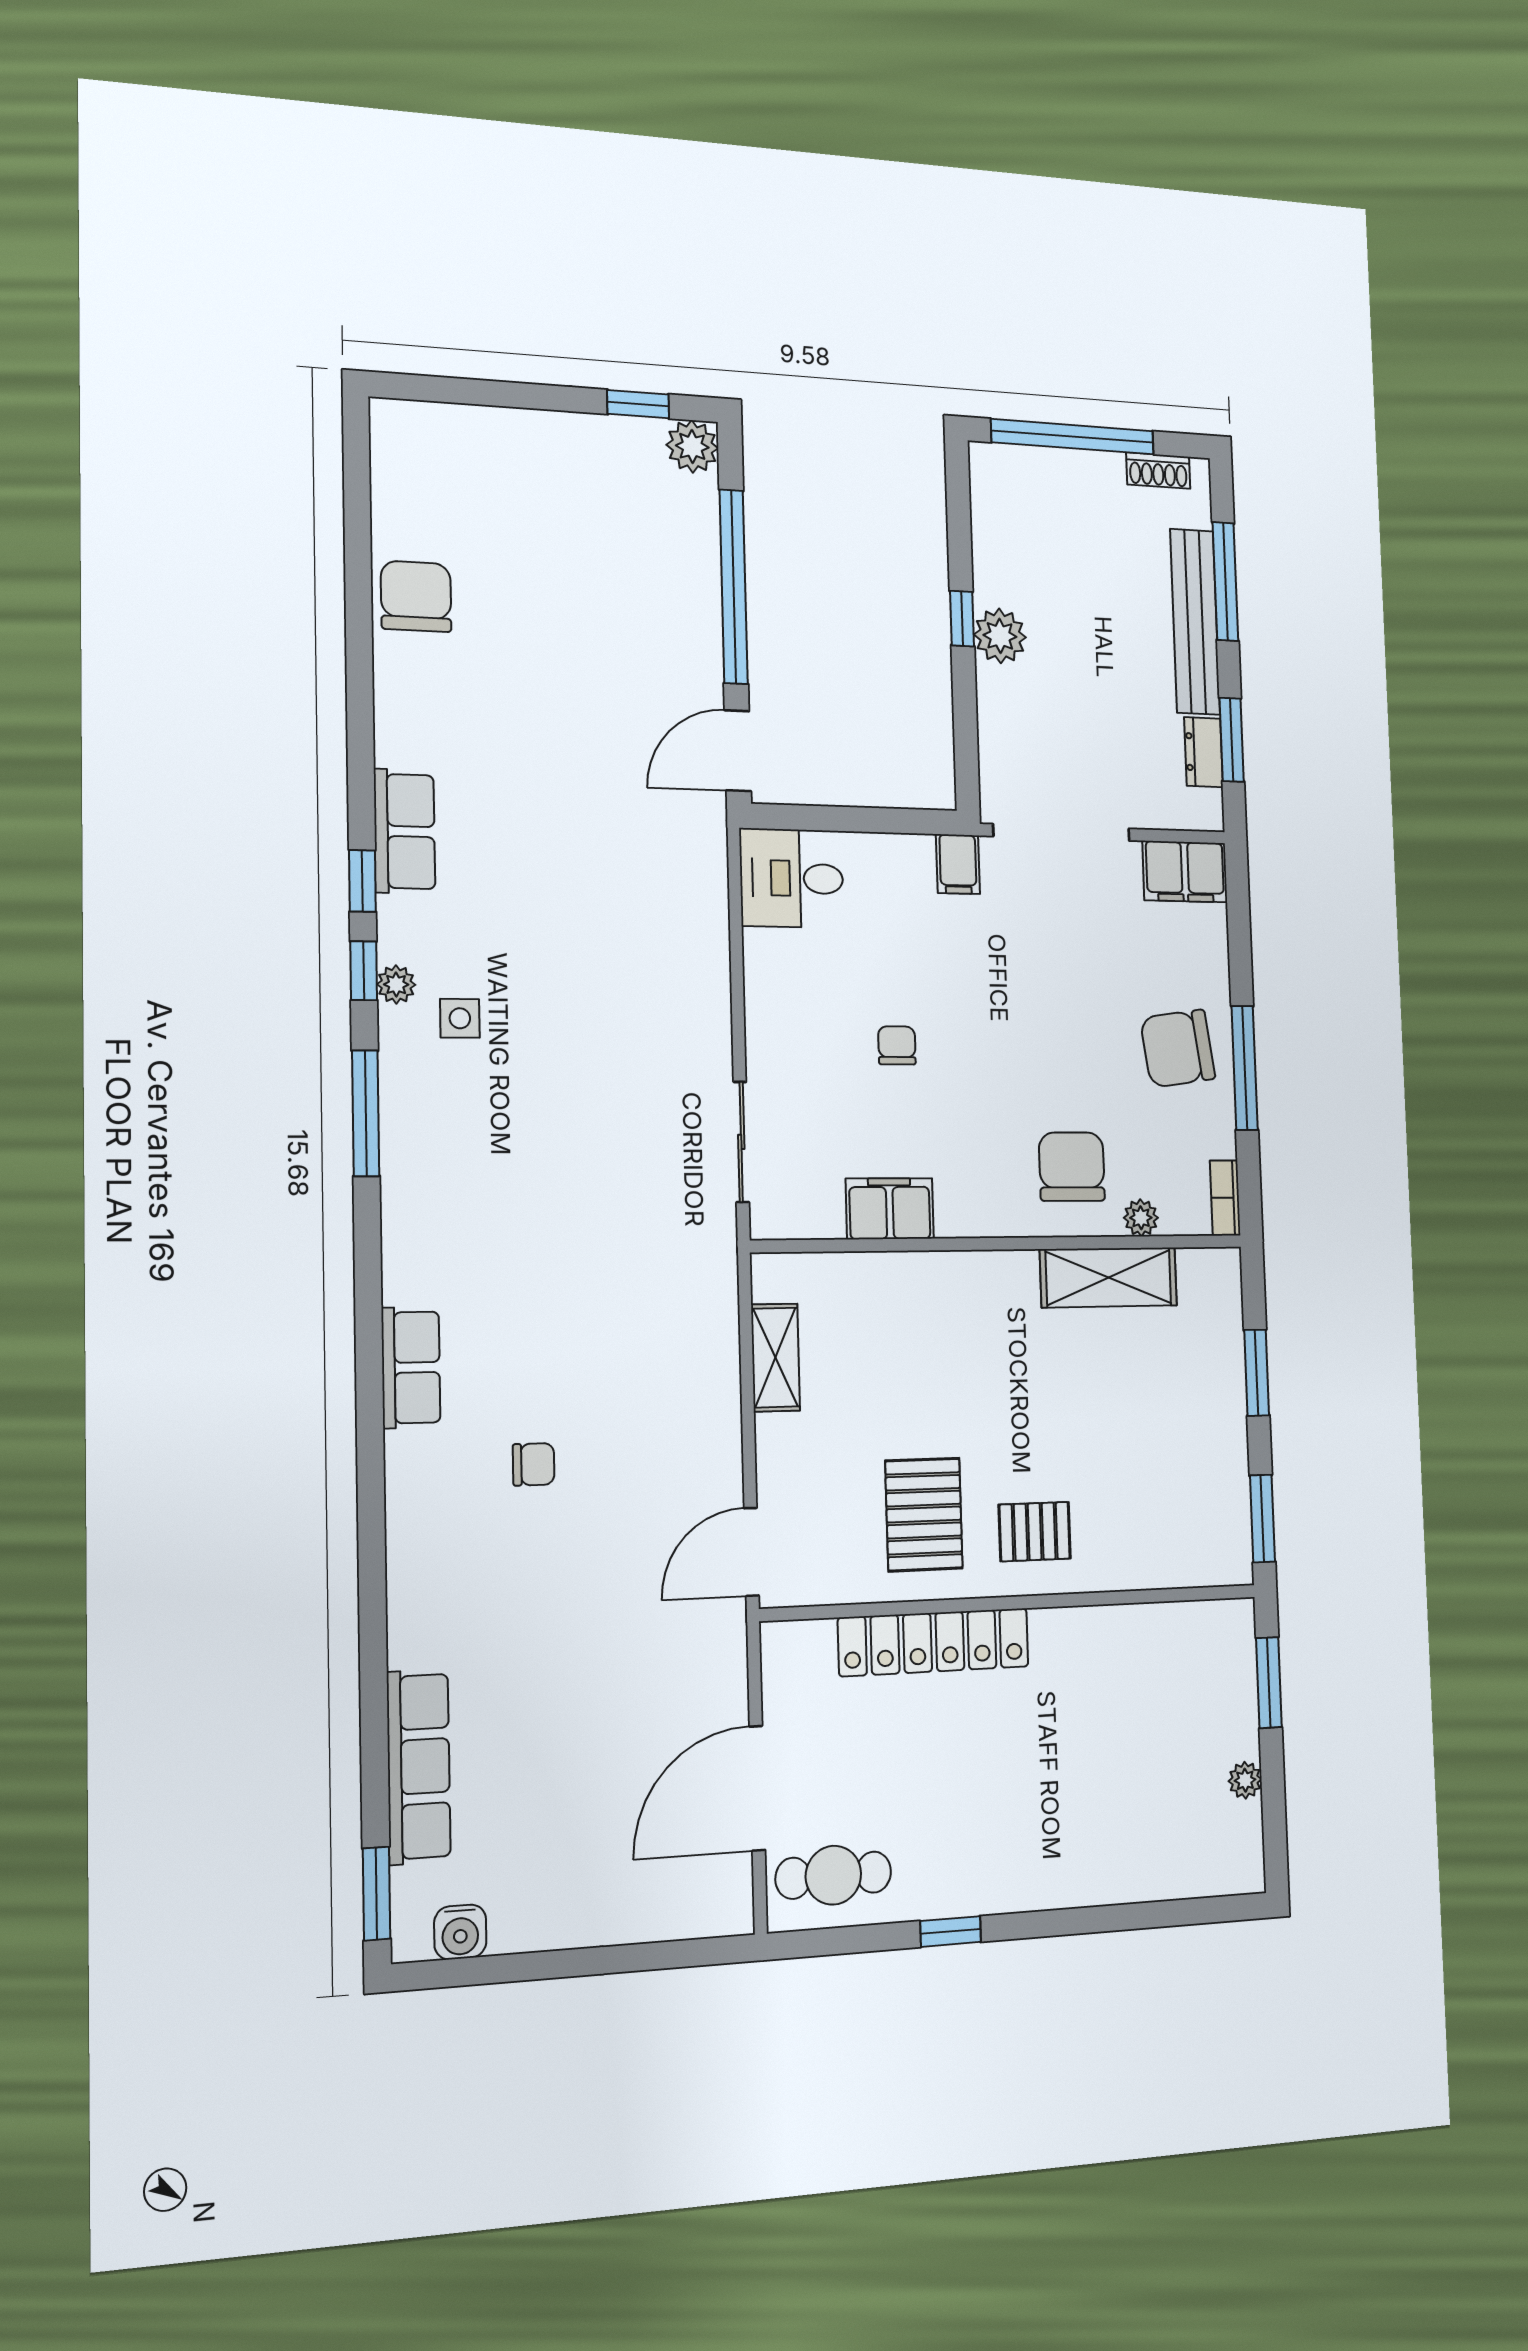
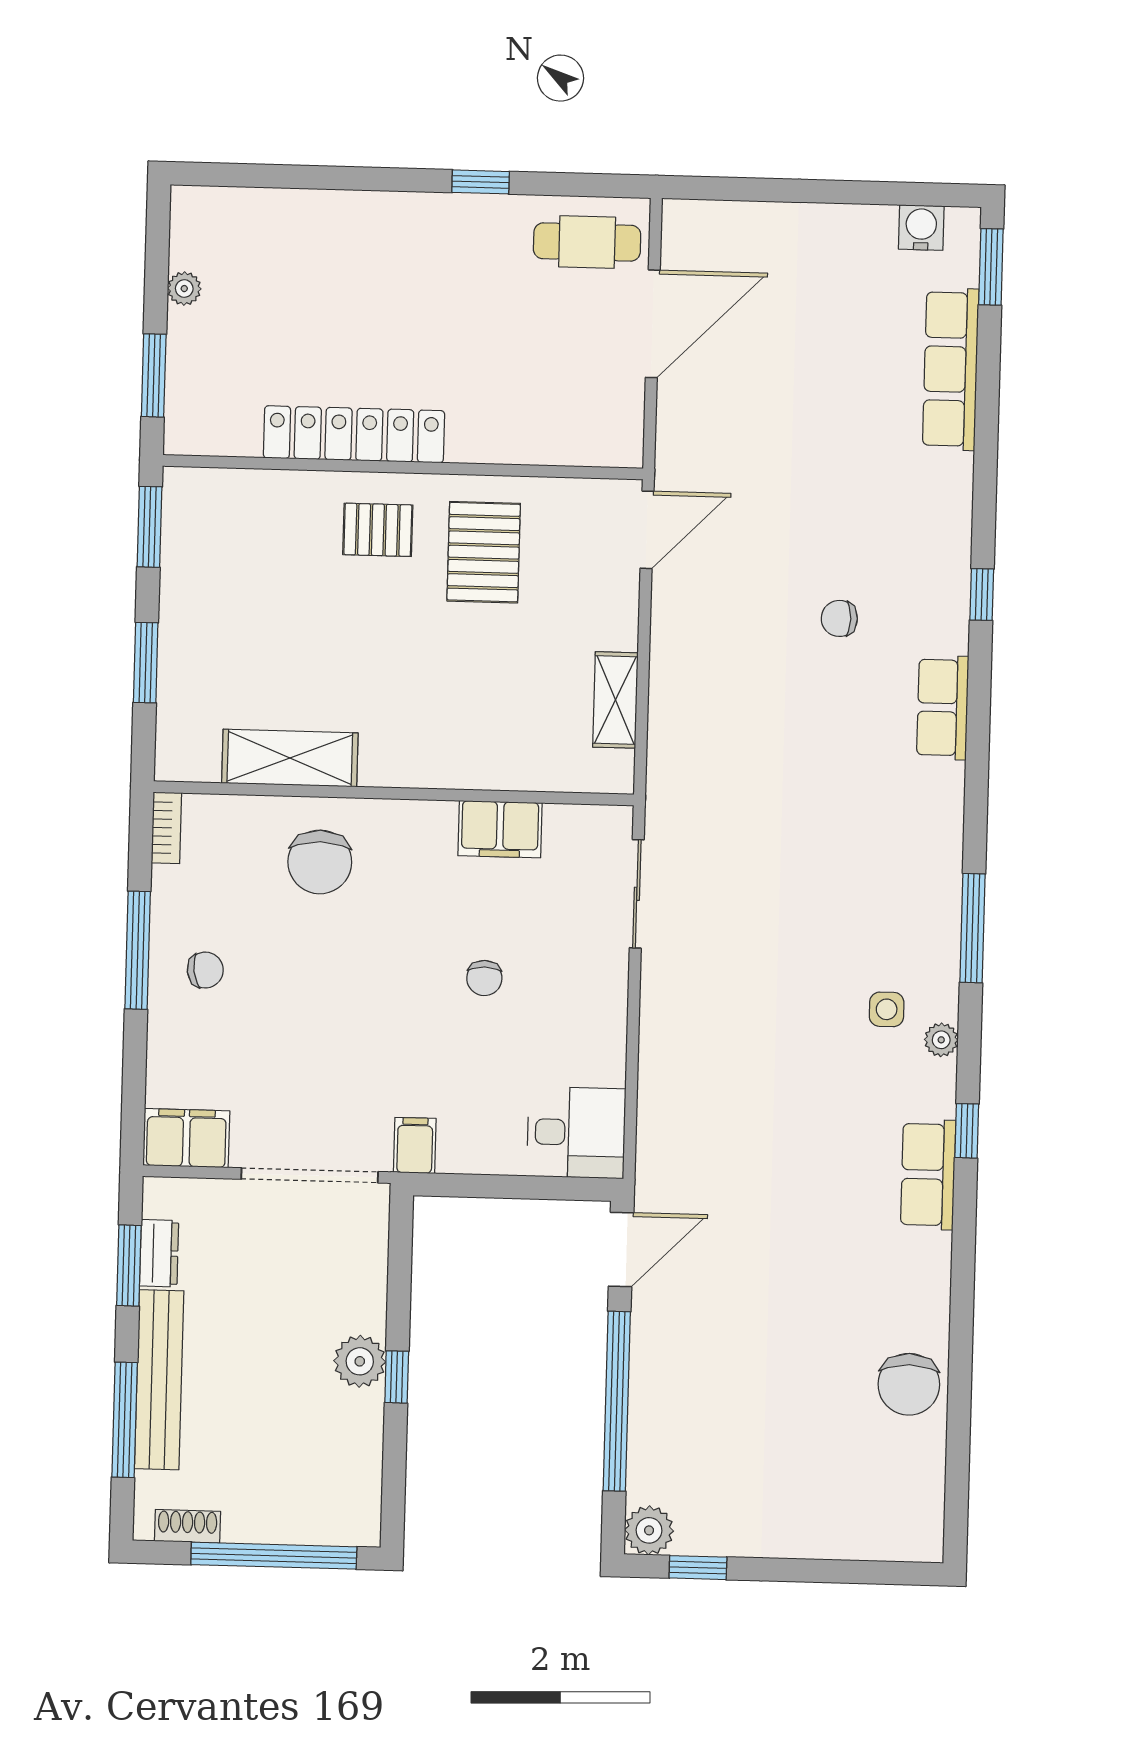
window: (364, 971) -> (982, 595), moved
chair: (1178, 1048) -> (205, 970), width x0.54, depth x0.54
plant: (1141, 1218) -> (254, 812), removed
locker: (934, 1642) -> (354, 434), moved

